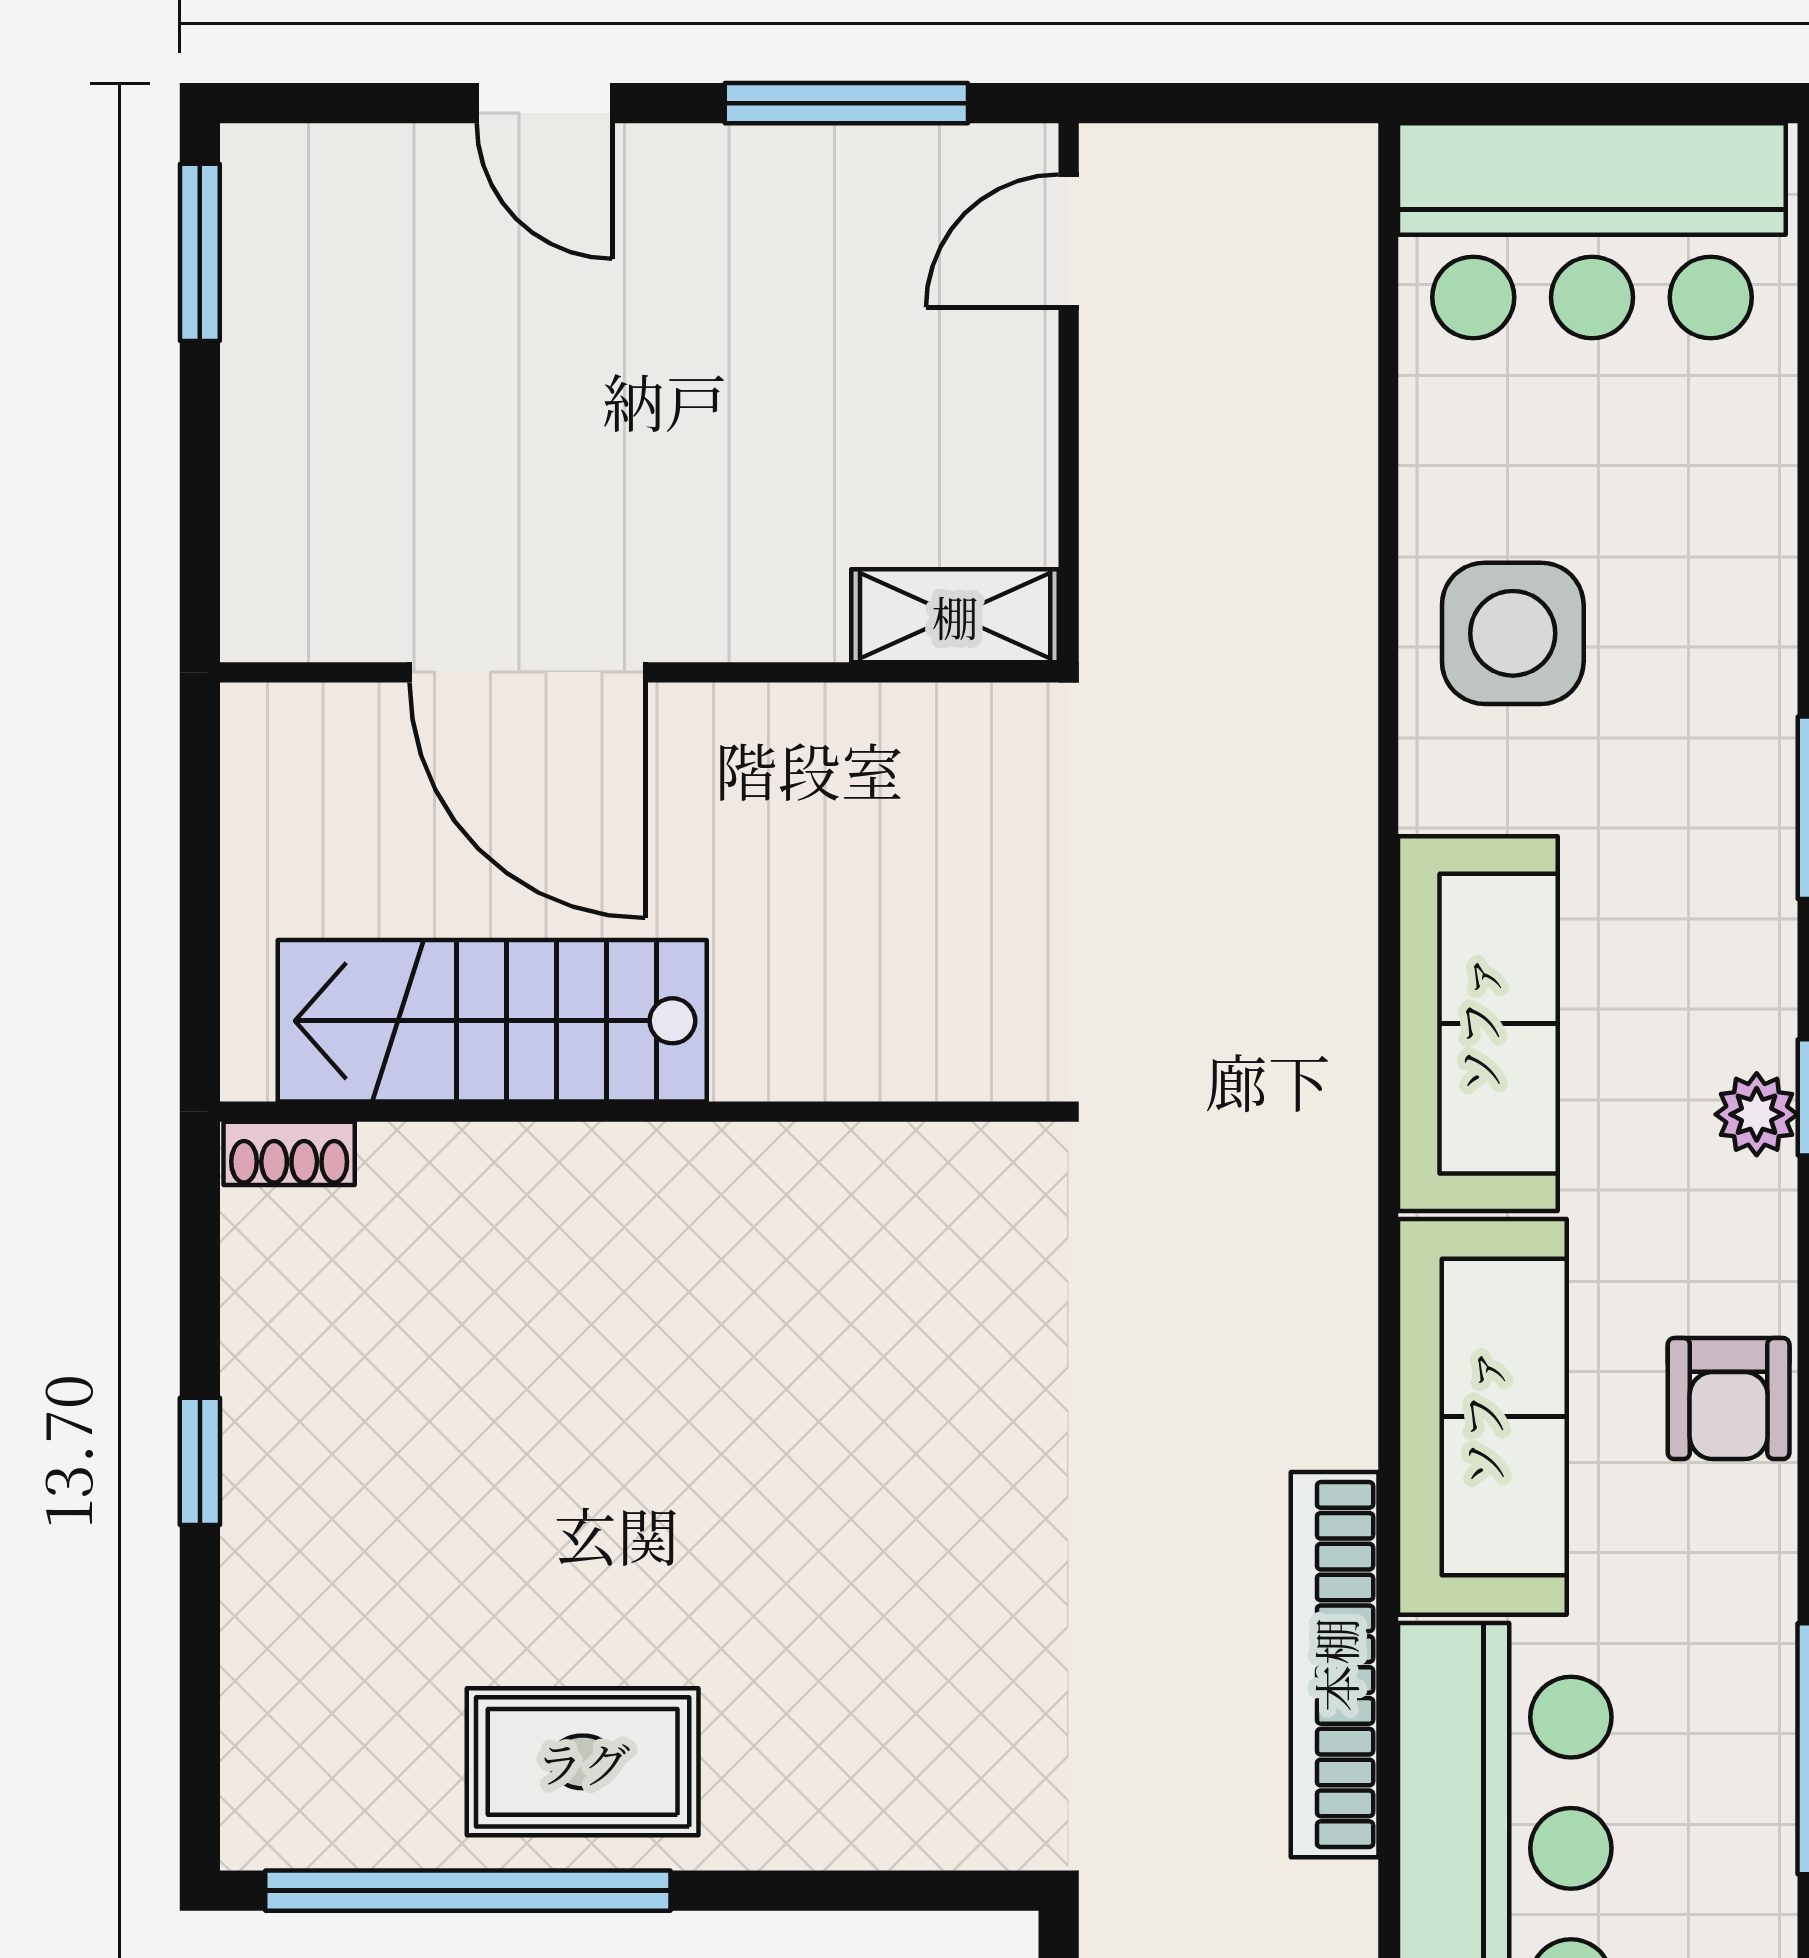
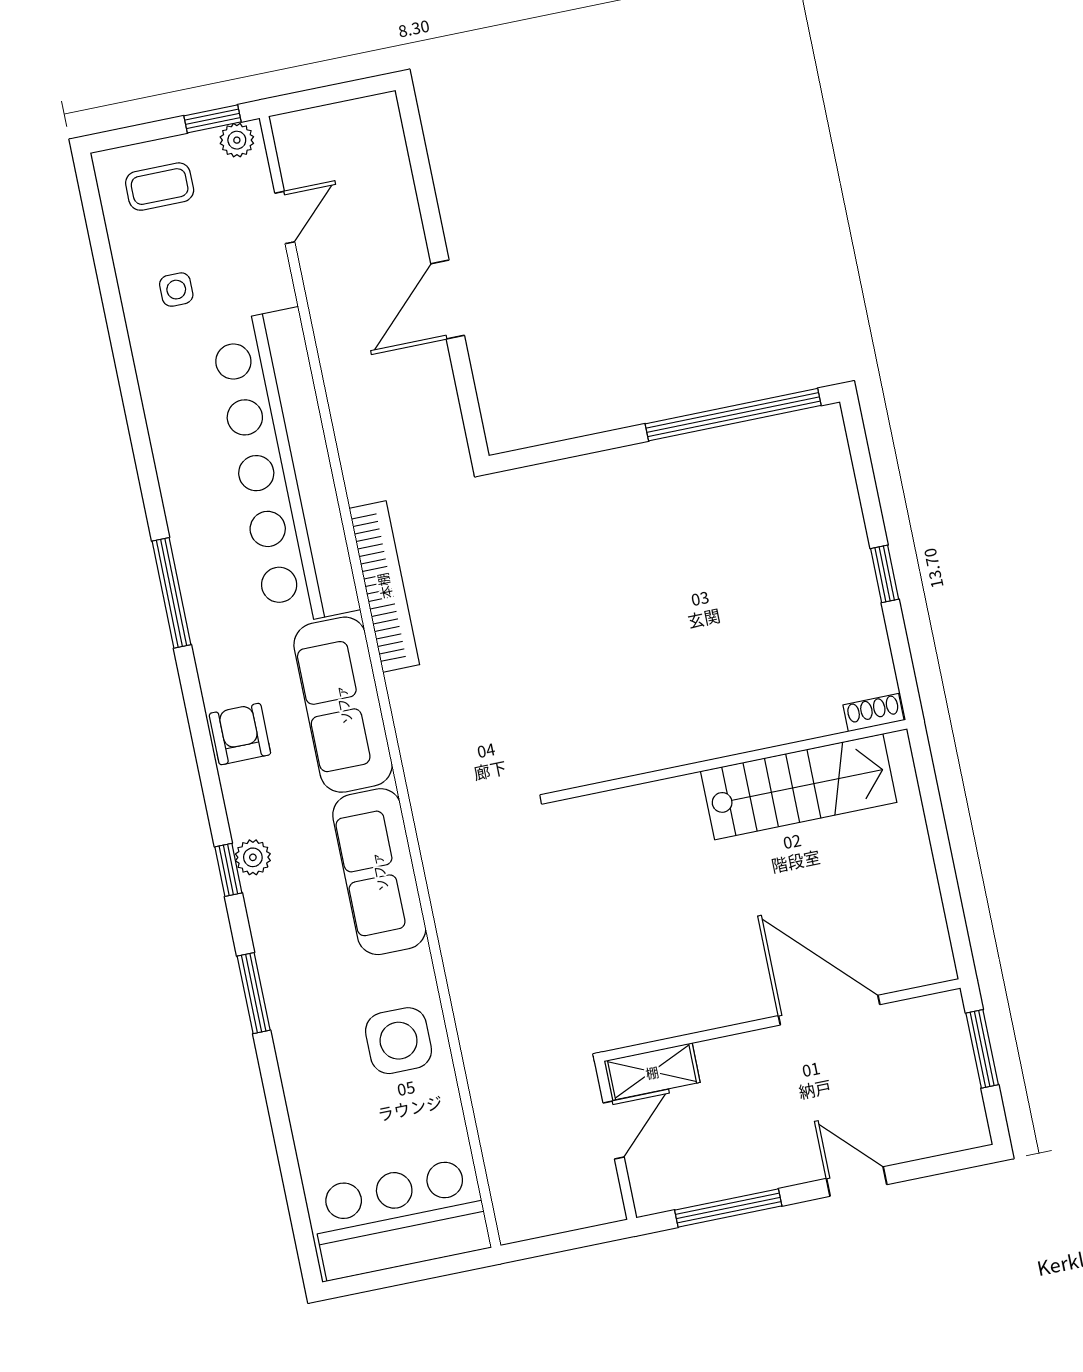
door: (1069, 241) -> (614, 1130), moved
window: (200, 252) -> (982, 1049), moved
shelving: (955, 616) -> (652, 1072), moved
door: (527, 672) -> (829, 1010), moved
wall: (639, 672) -> (781, 1020), moved
rug: (583, 1762) -> (696, 479), removed

